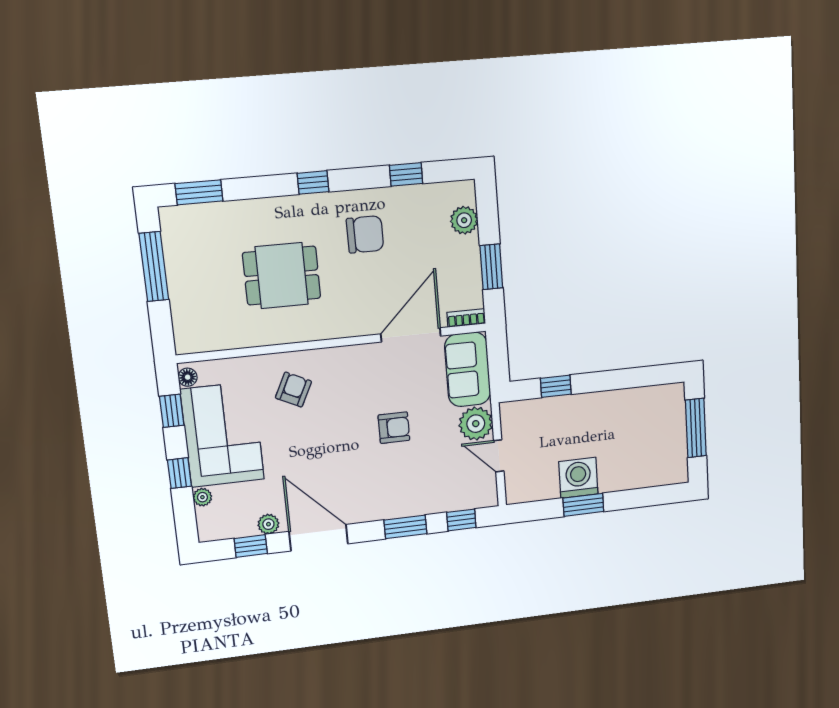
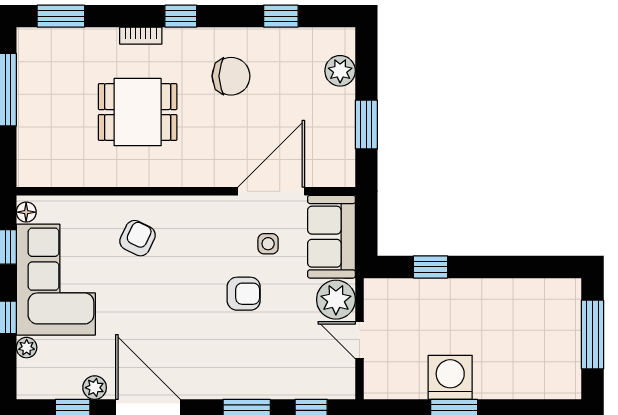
bookcase: (466, 318) -> (141, 36), moved, turned 180
side table: (412, 382) -> (268, 244), added

